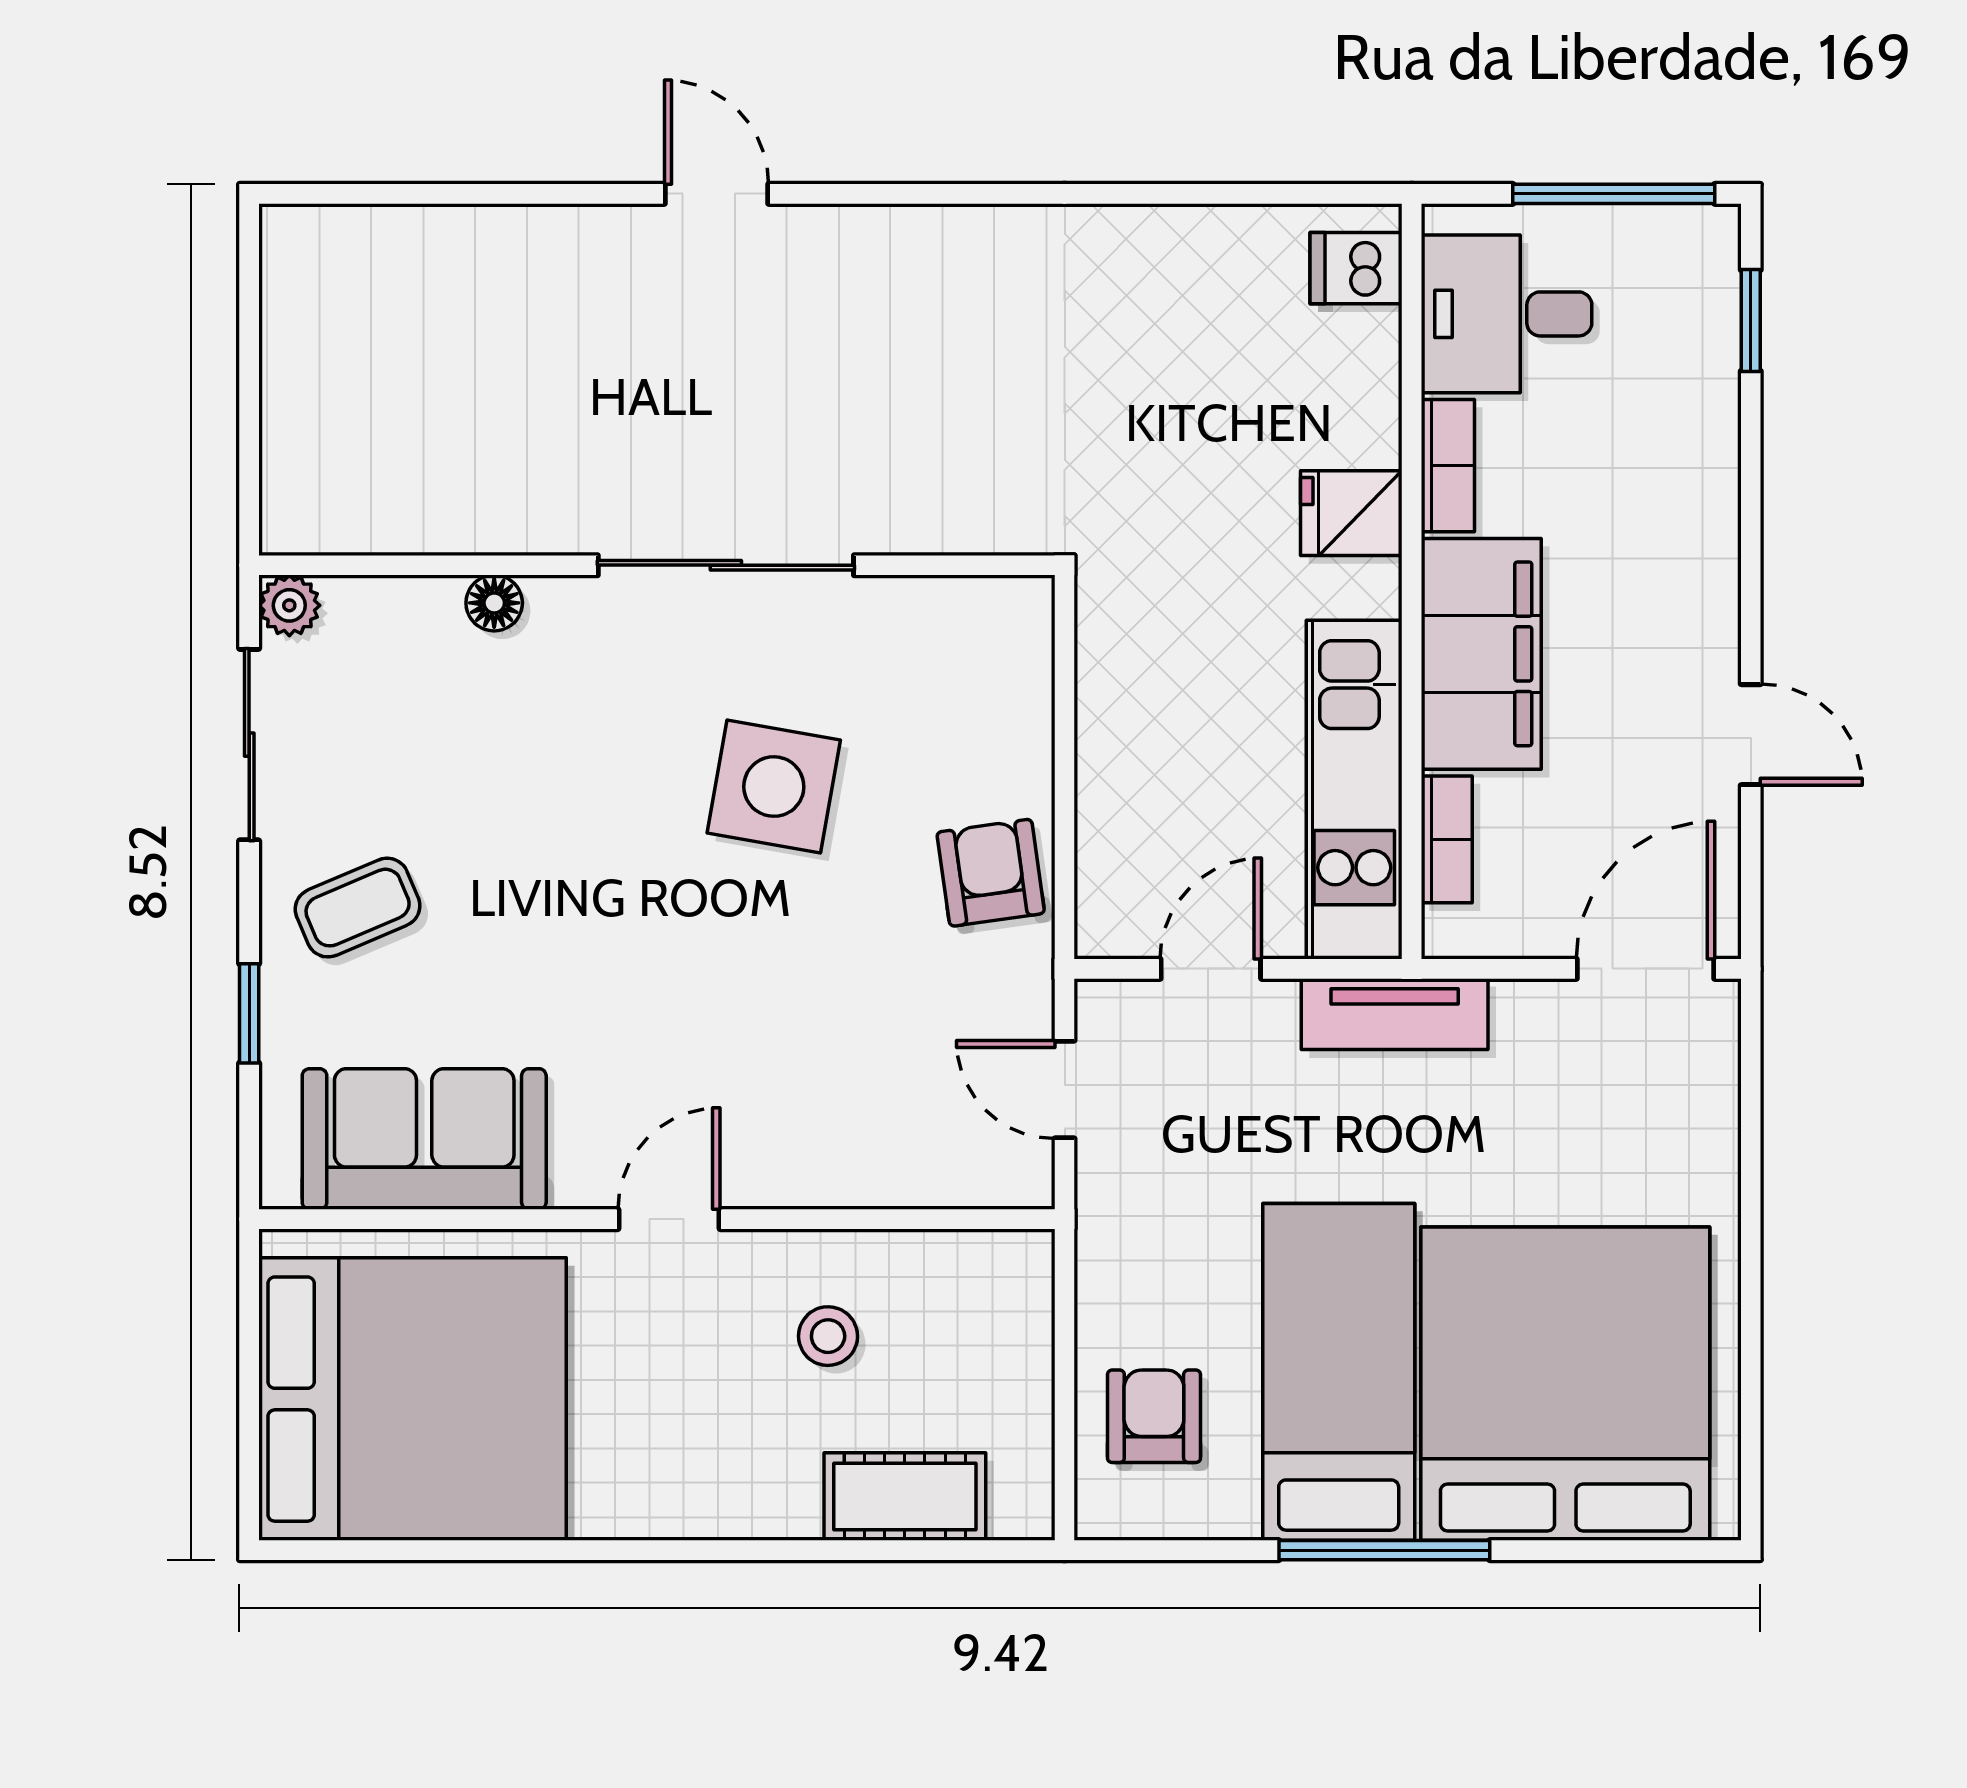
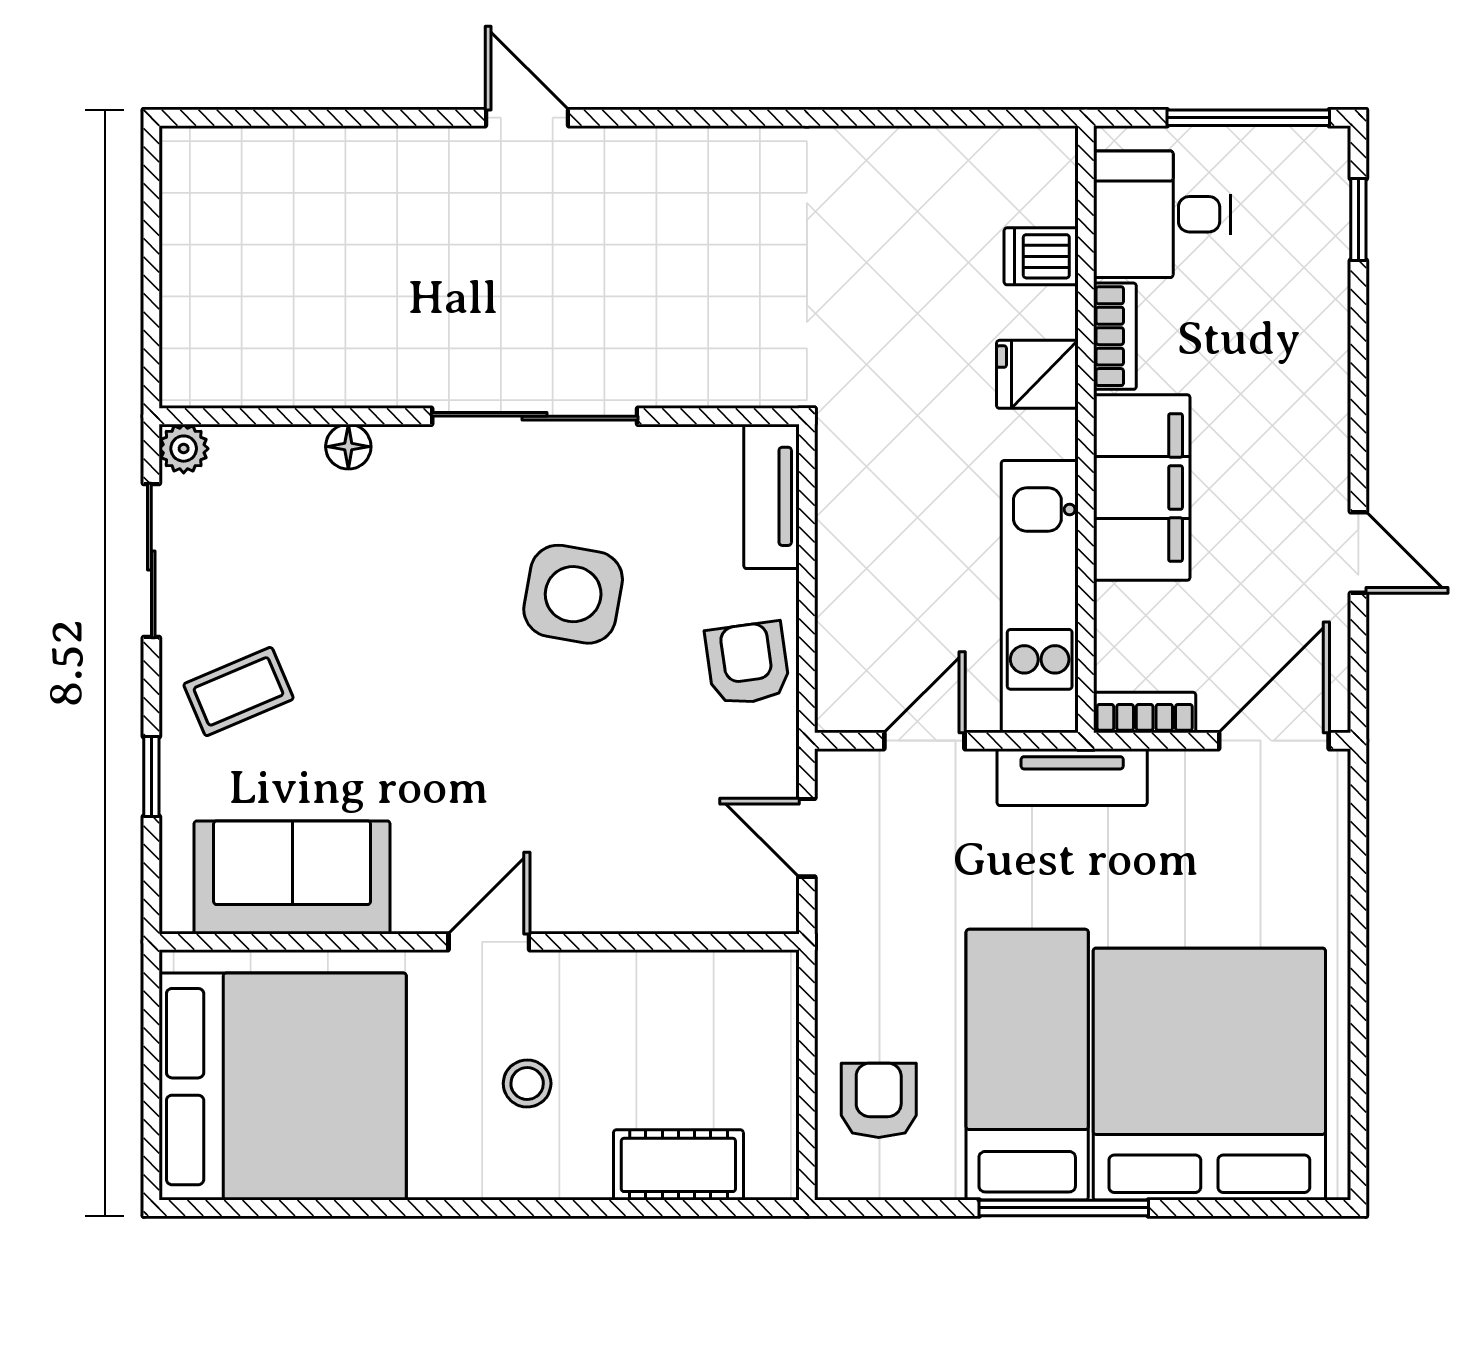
dishwasher: (1356, 268) -> (1041, 256), moved
tv unit: (1021, 665) -> (771, 496), added
bookcase: (1447, 839) -> (1145, 713), moved, turned -90
stool: (828, 1336) -> (527, 1084), moved

